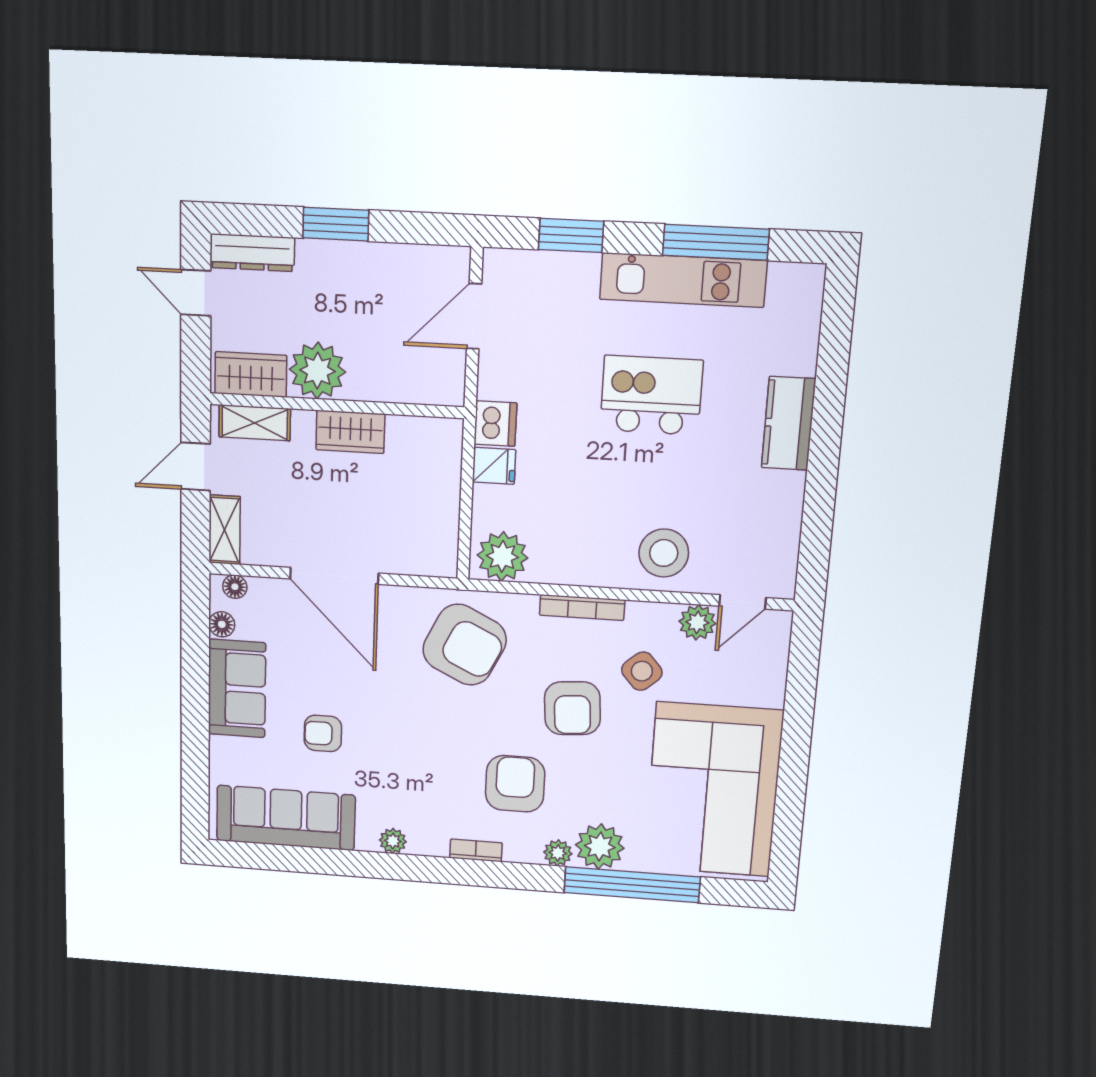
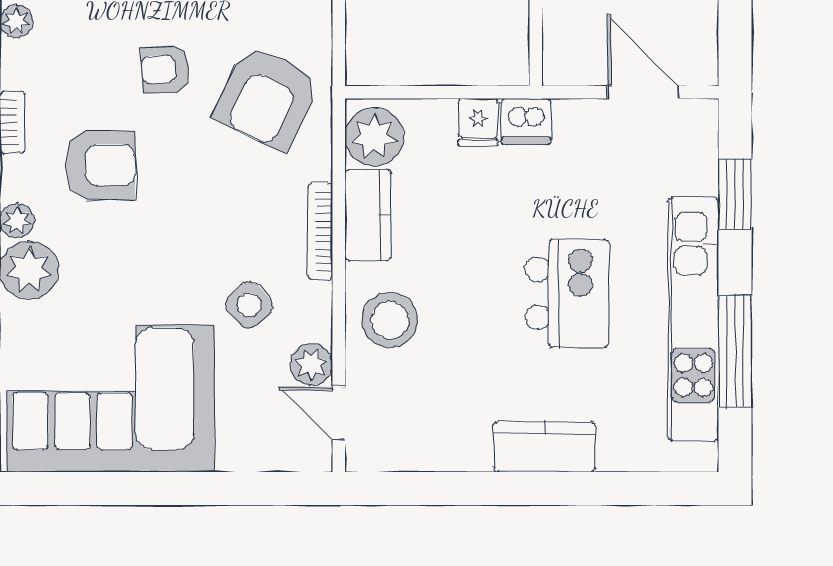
kitchen unit: (683, 280) -> (693, 319), width x1.36
kitchen counter: (570, 566) -> (368, 215), added
armchair: (572, 708) -> (165, 69), moved, width x0.72, depth x0.72

